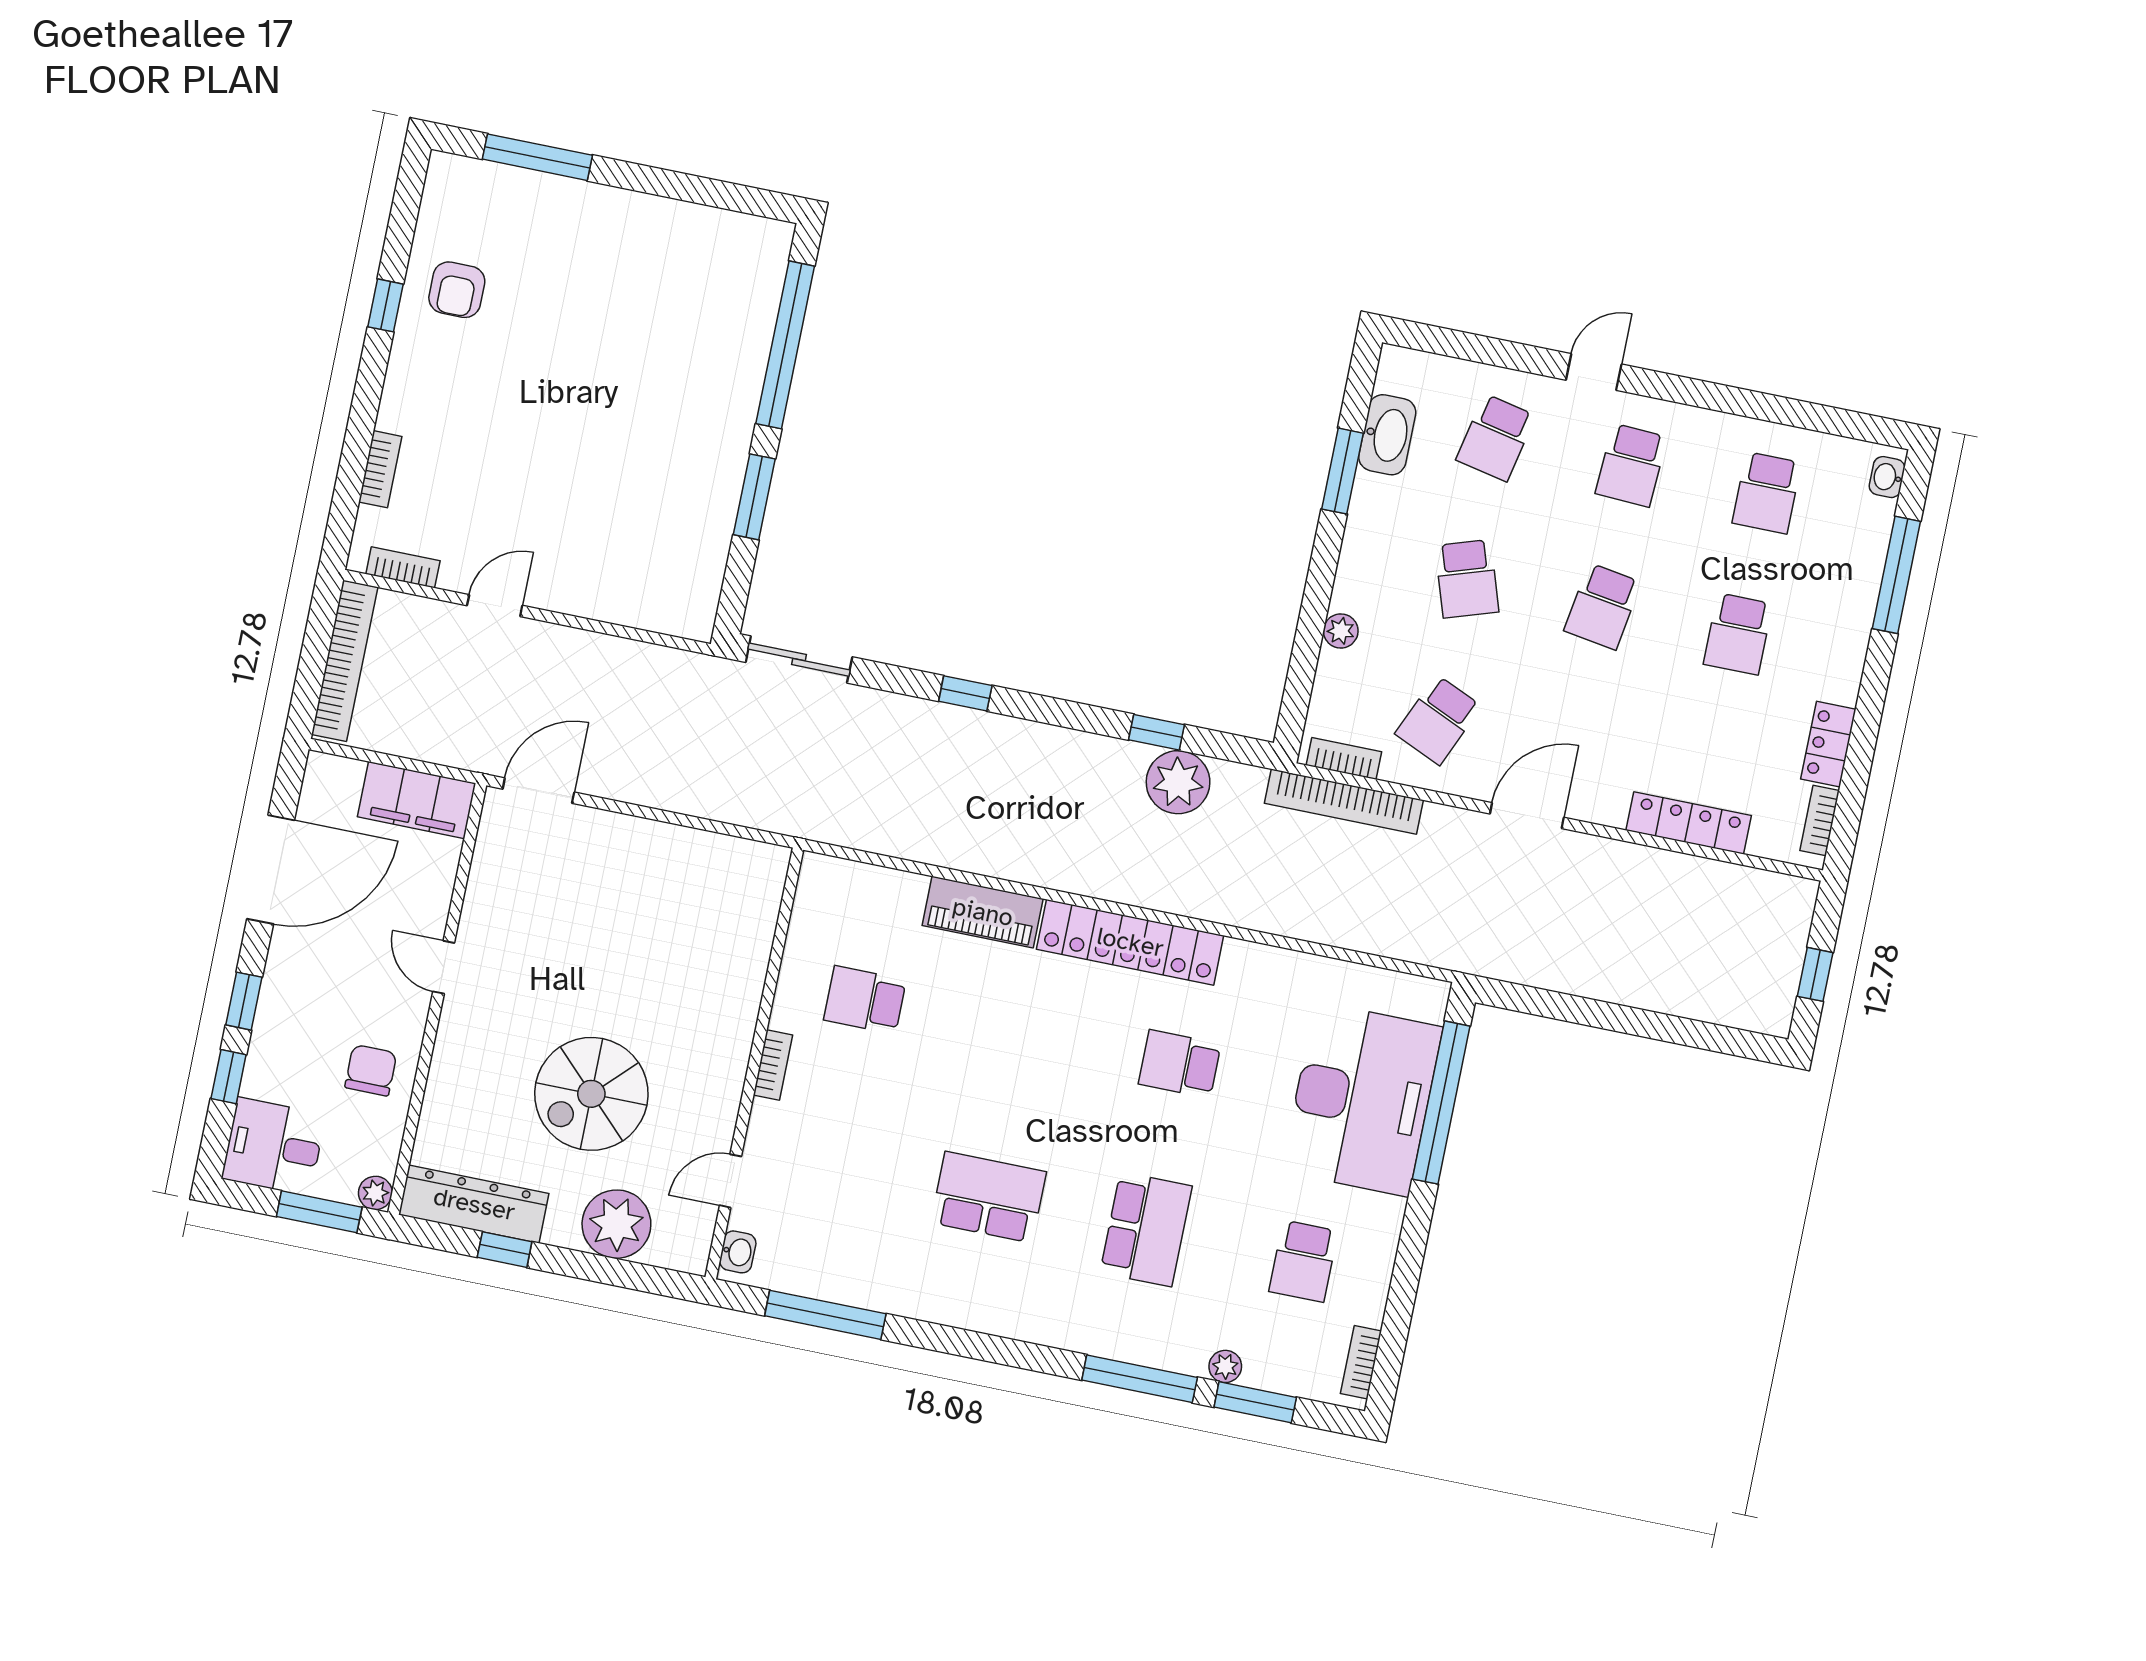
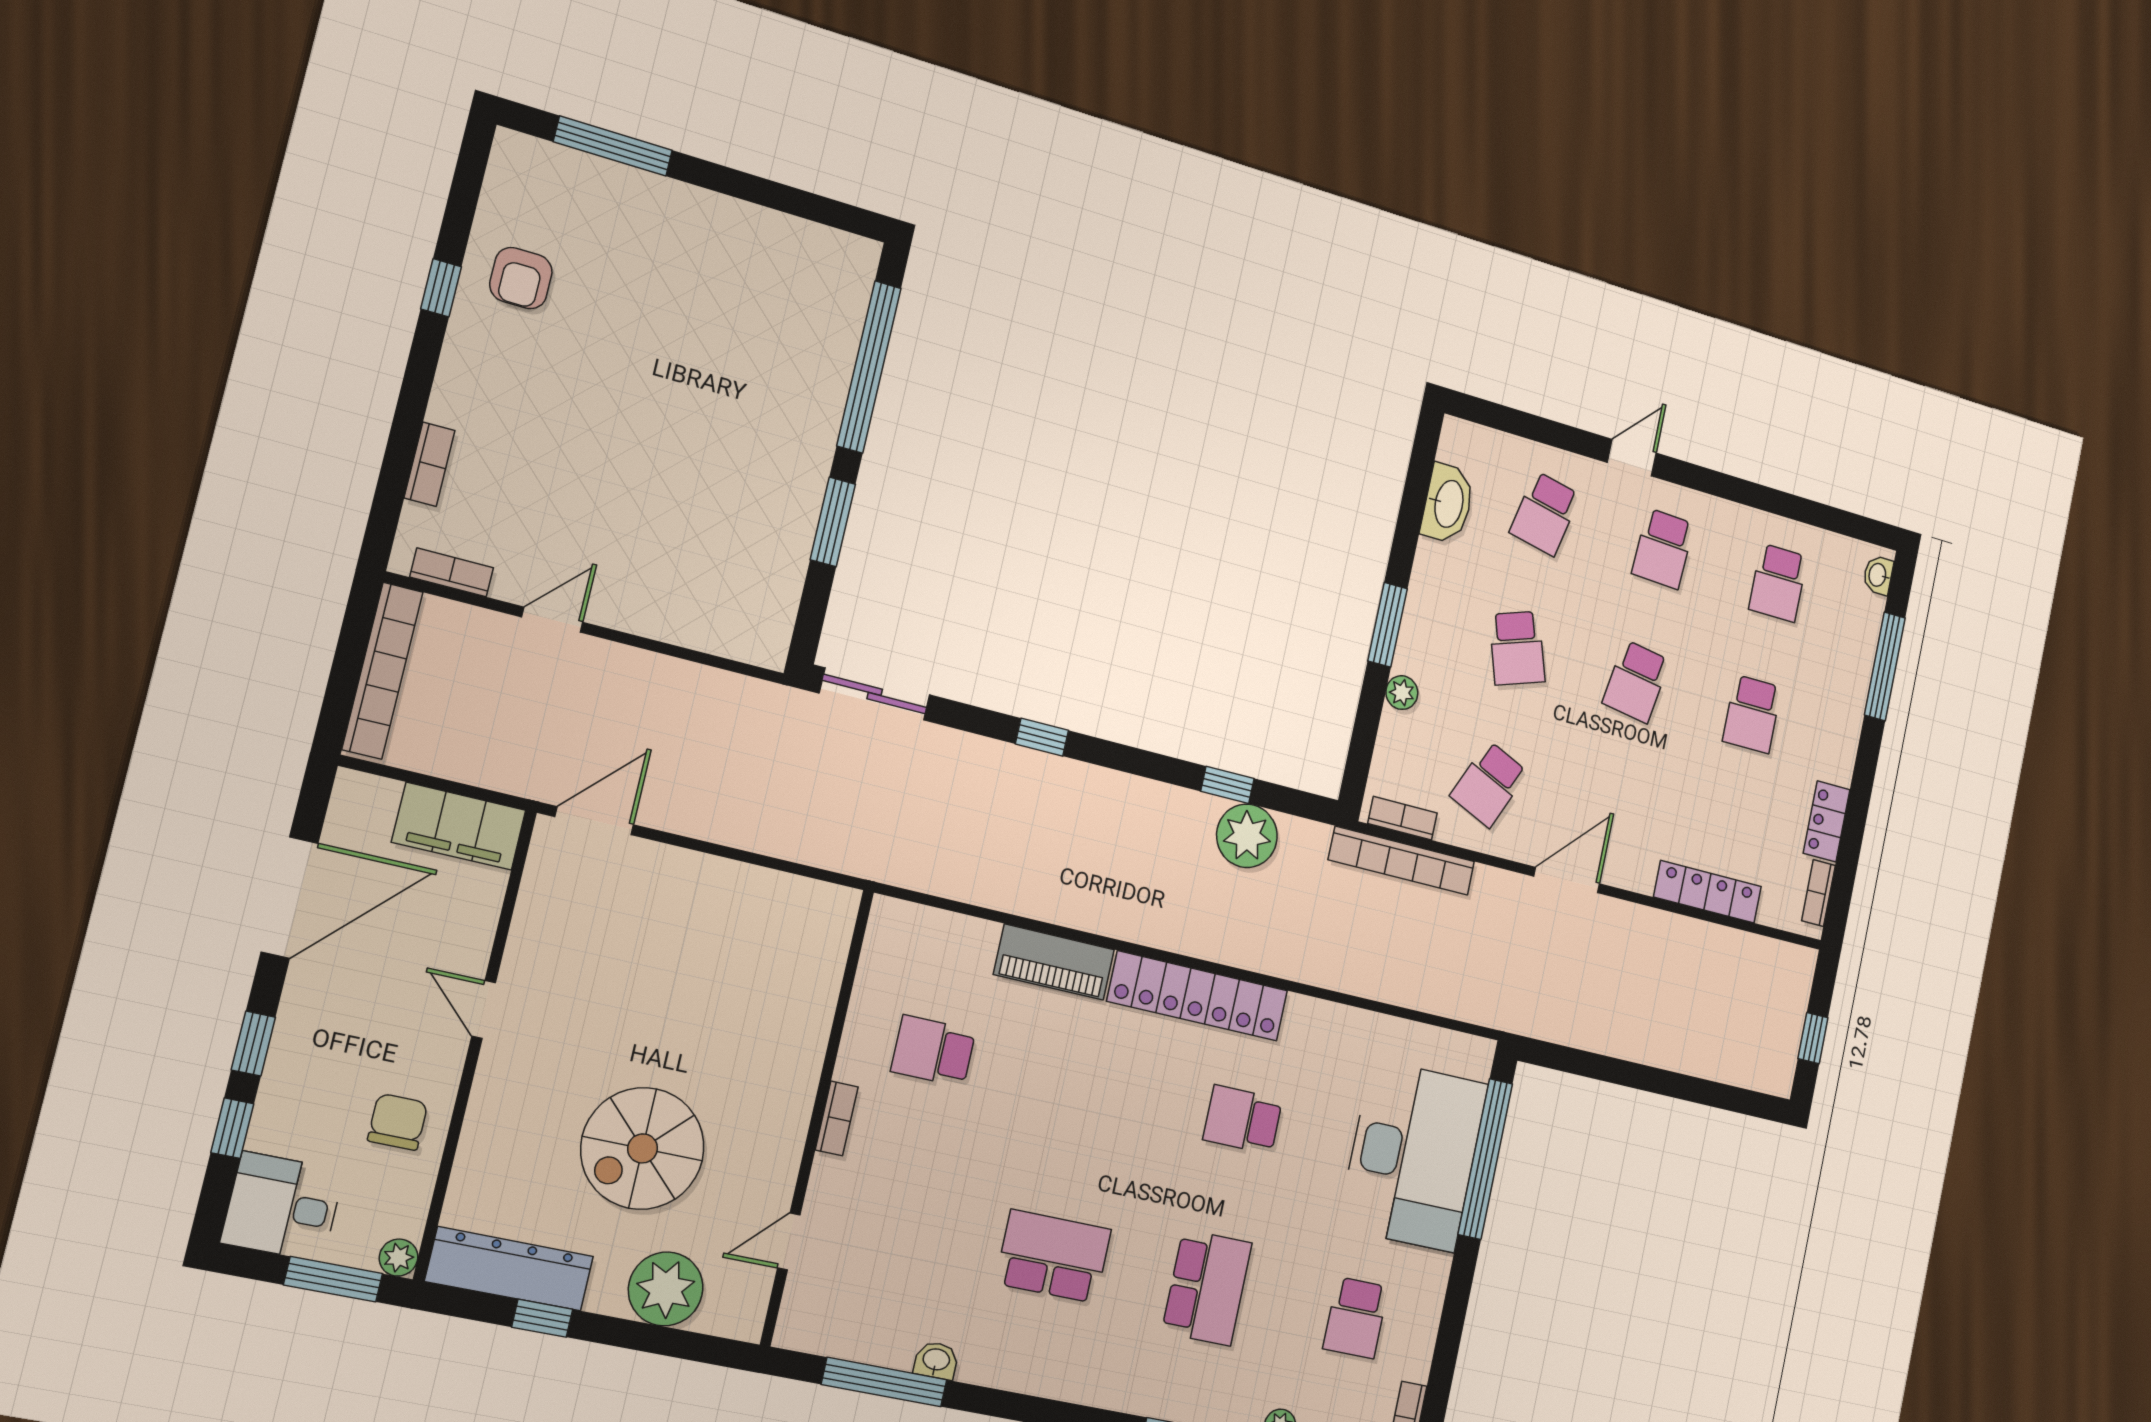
window: (1342, 471) -> (1387, 625), moved
washbasin: (738, 1252) -> (936, 1360), moved, turned -90

